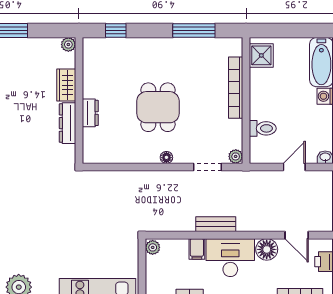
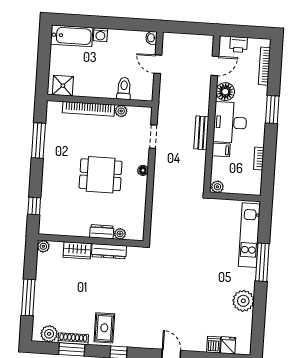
plant: (89, 135) -> (120, 234), added
plant: (236, 156) -> (121, 111), moved

